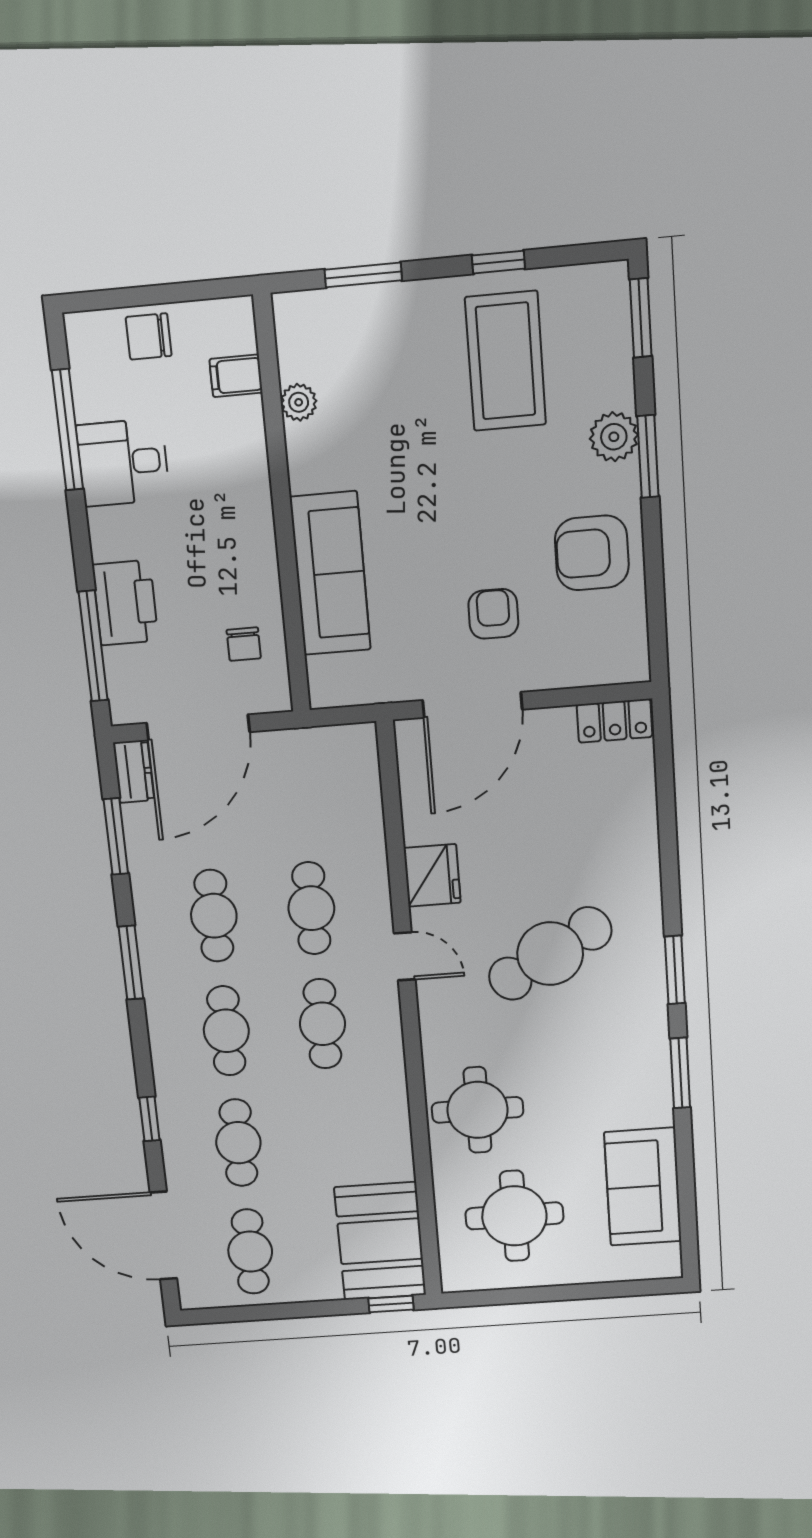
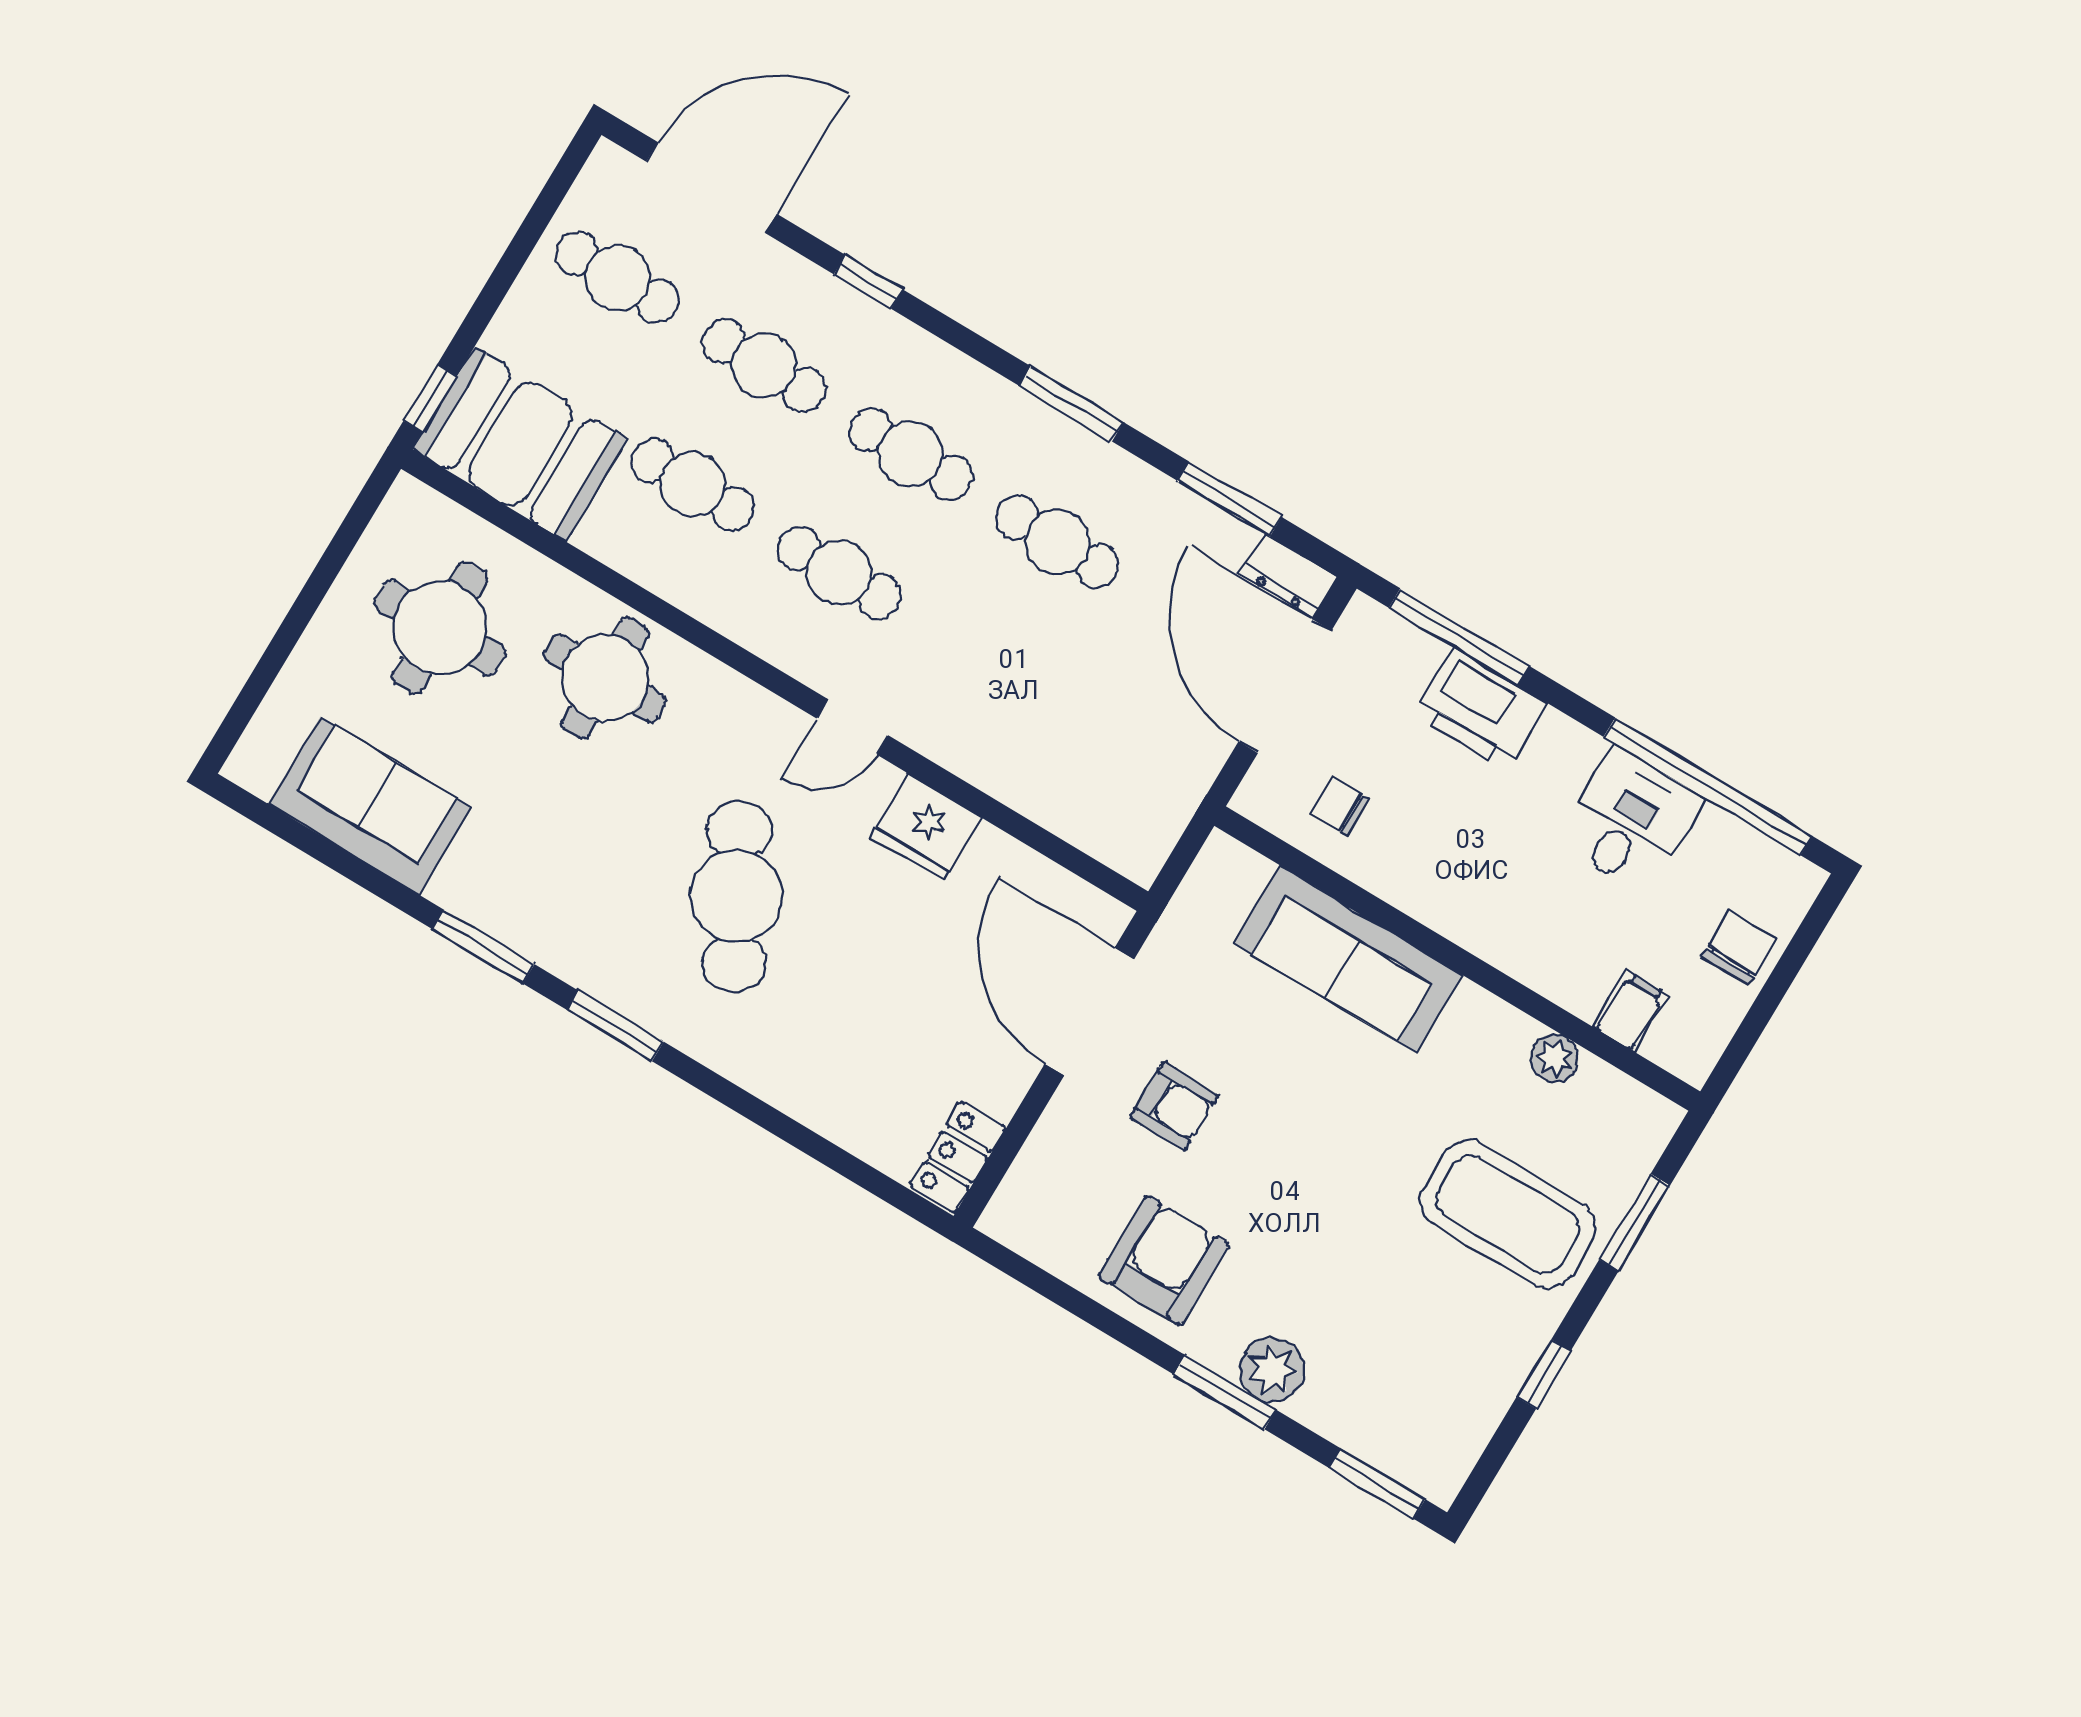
coffee table: (506, 361) -> (1508, 1214), moved
window: (67, 430) -> (1708, 786), width x1.46
cafe table: (311, 908) -> (693, 485), moved

